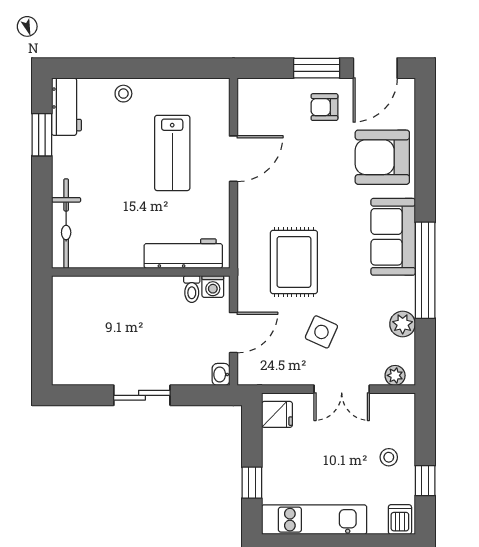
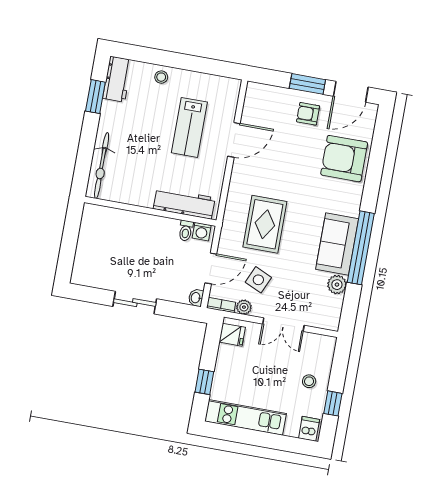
sofa: (393, 237) -> (337, 244), moved
side table: (321, 332) -> (258, 280), moved
plant: (395, 375) -> (244, 307), moved
bookcase: (256, 378) -> (221, 305), added

